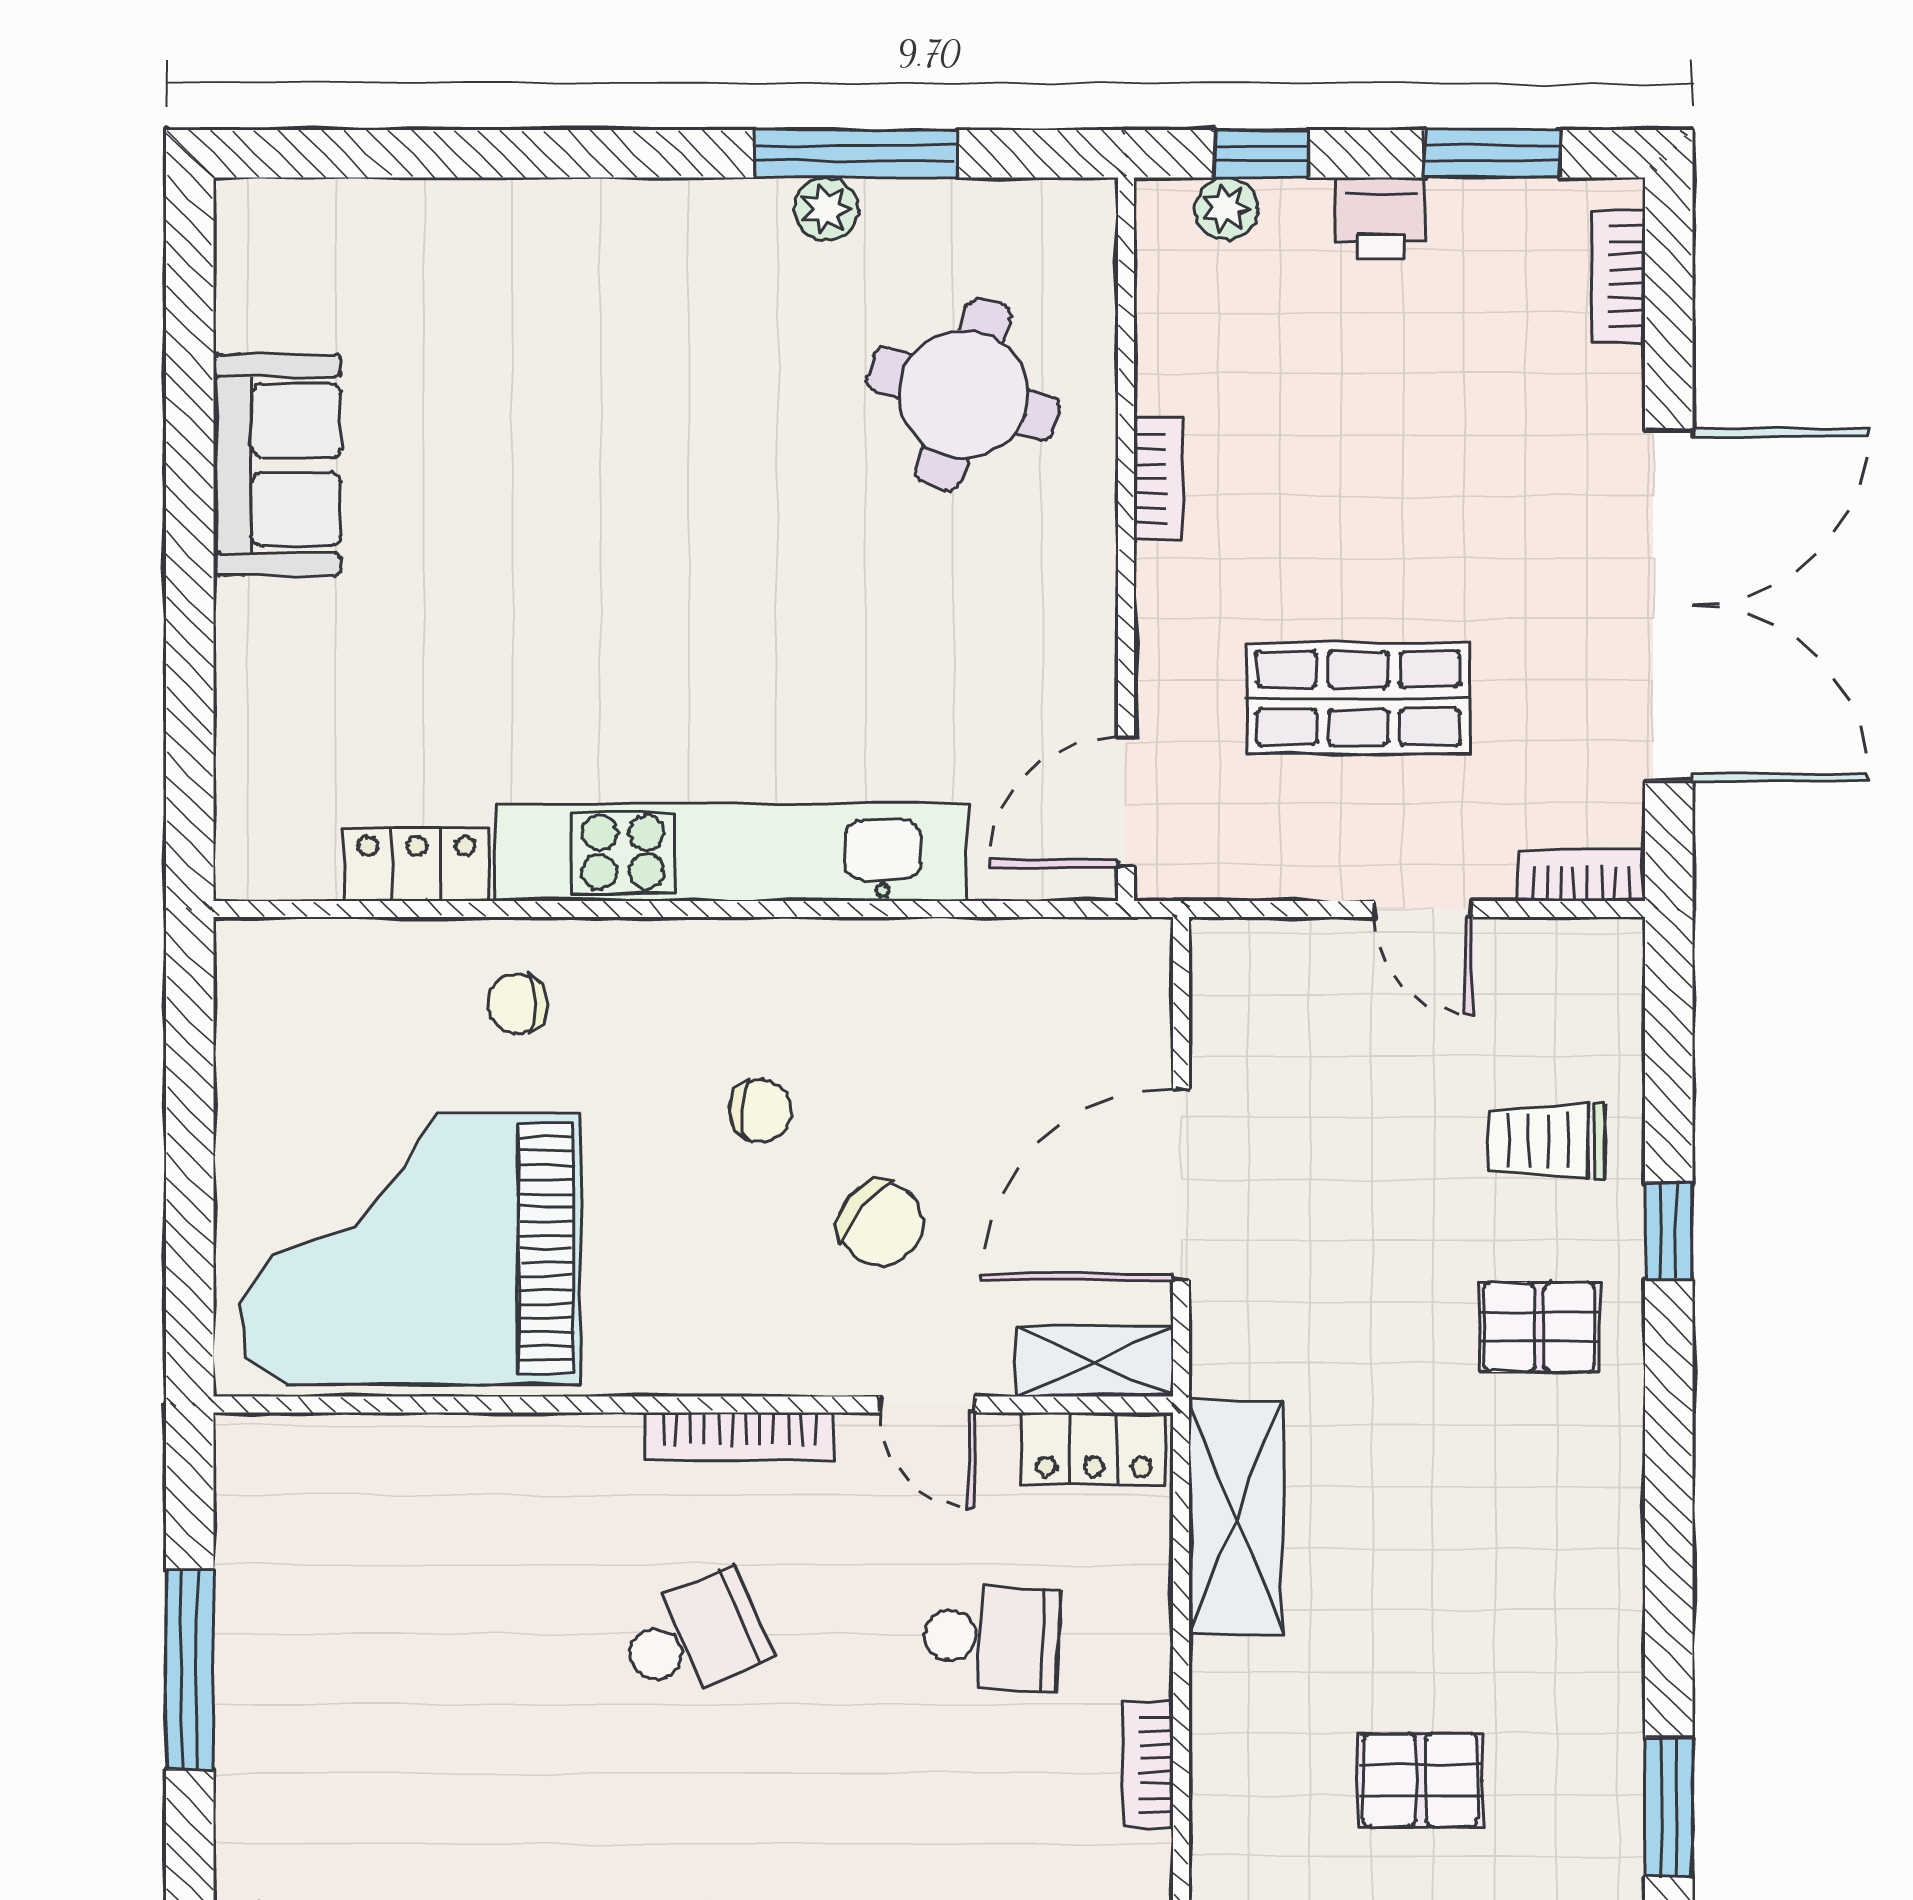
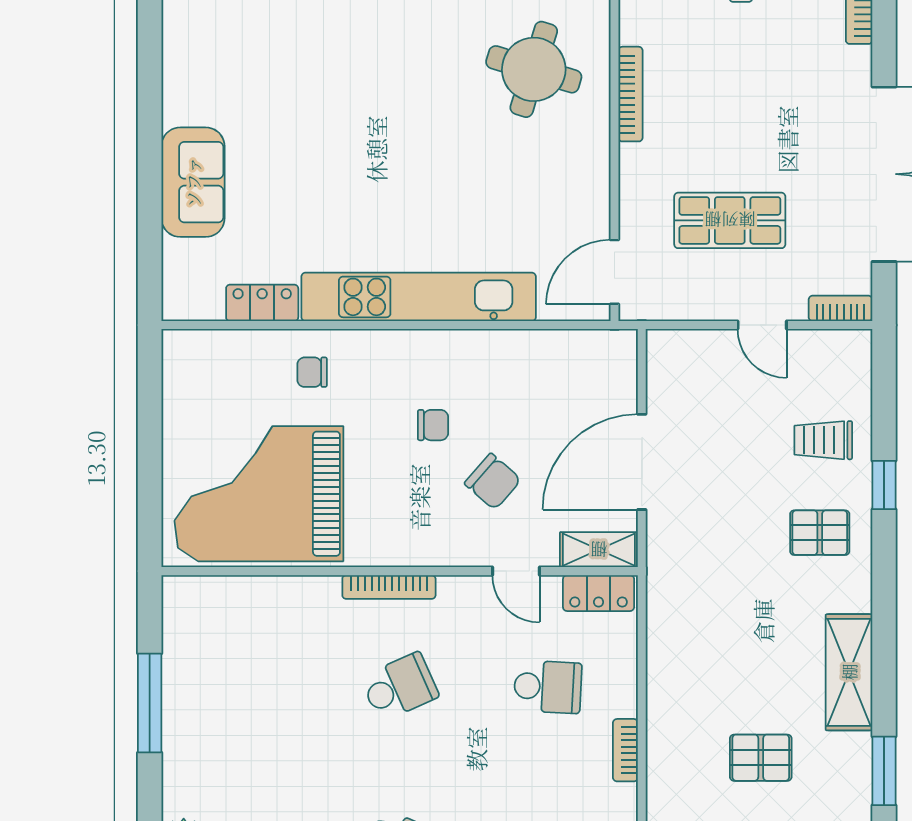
sofa: (277, 465) -> (193, 182), moved
bookcase: (1158, 478) -> (630, 94), width x1.56
bookcase: (739, 1436) -> (389, 587), moved
shelving: (1236, 1517) -> (849, 672), moved

